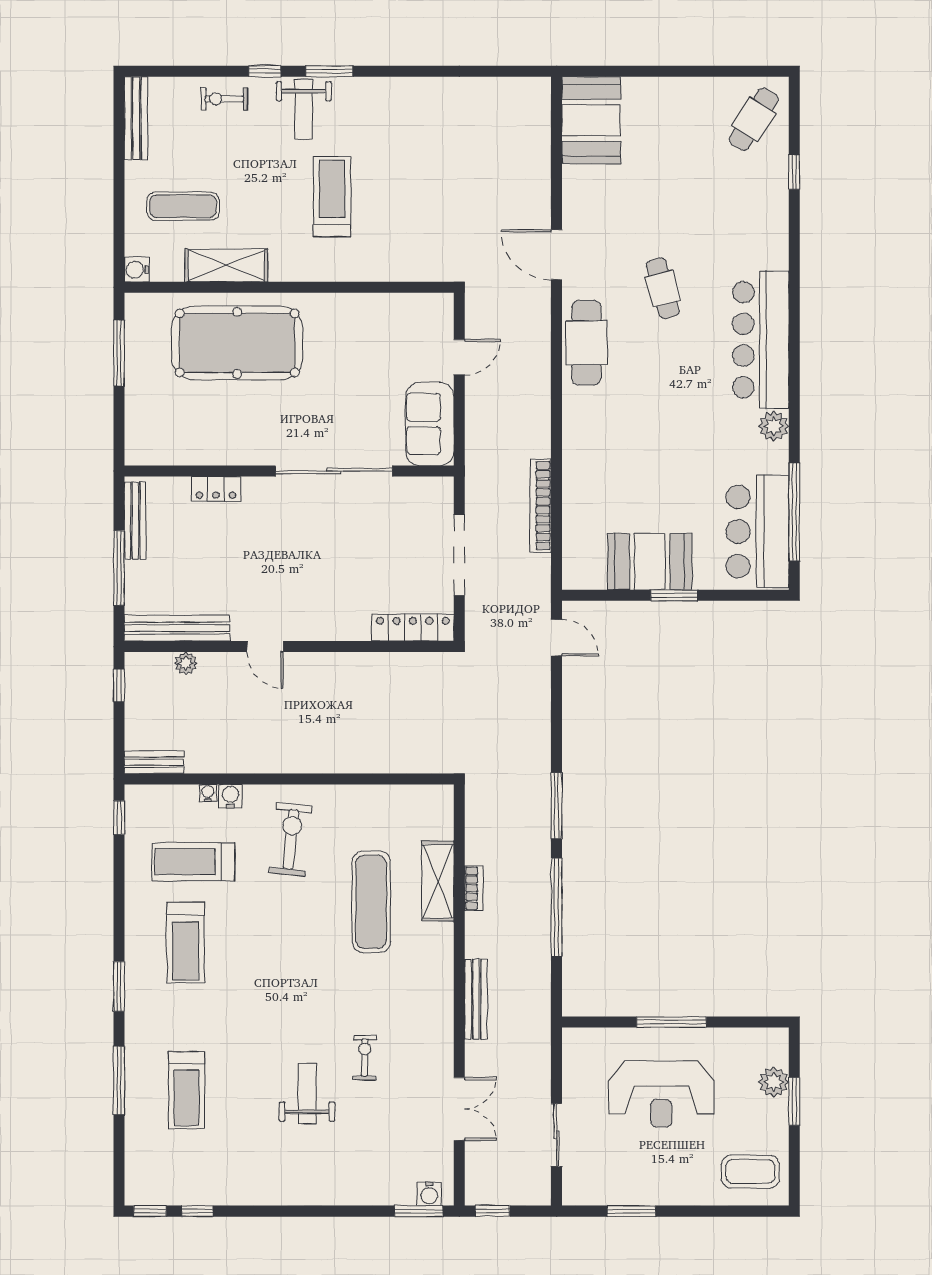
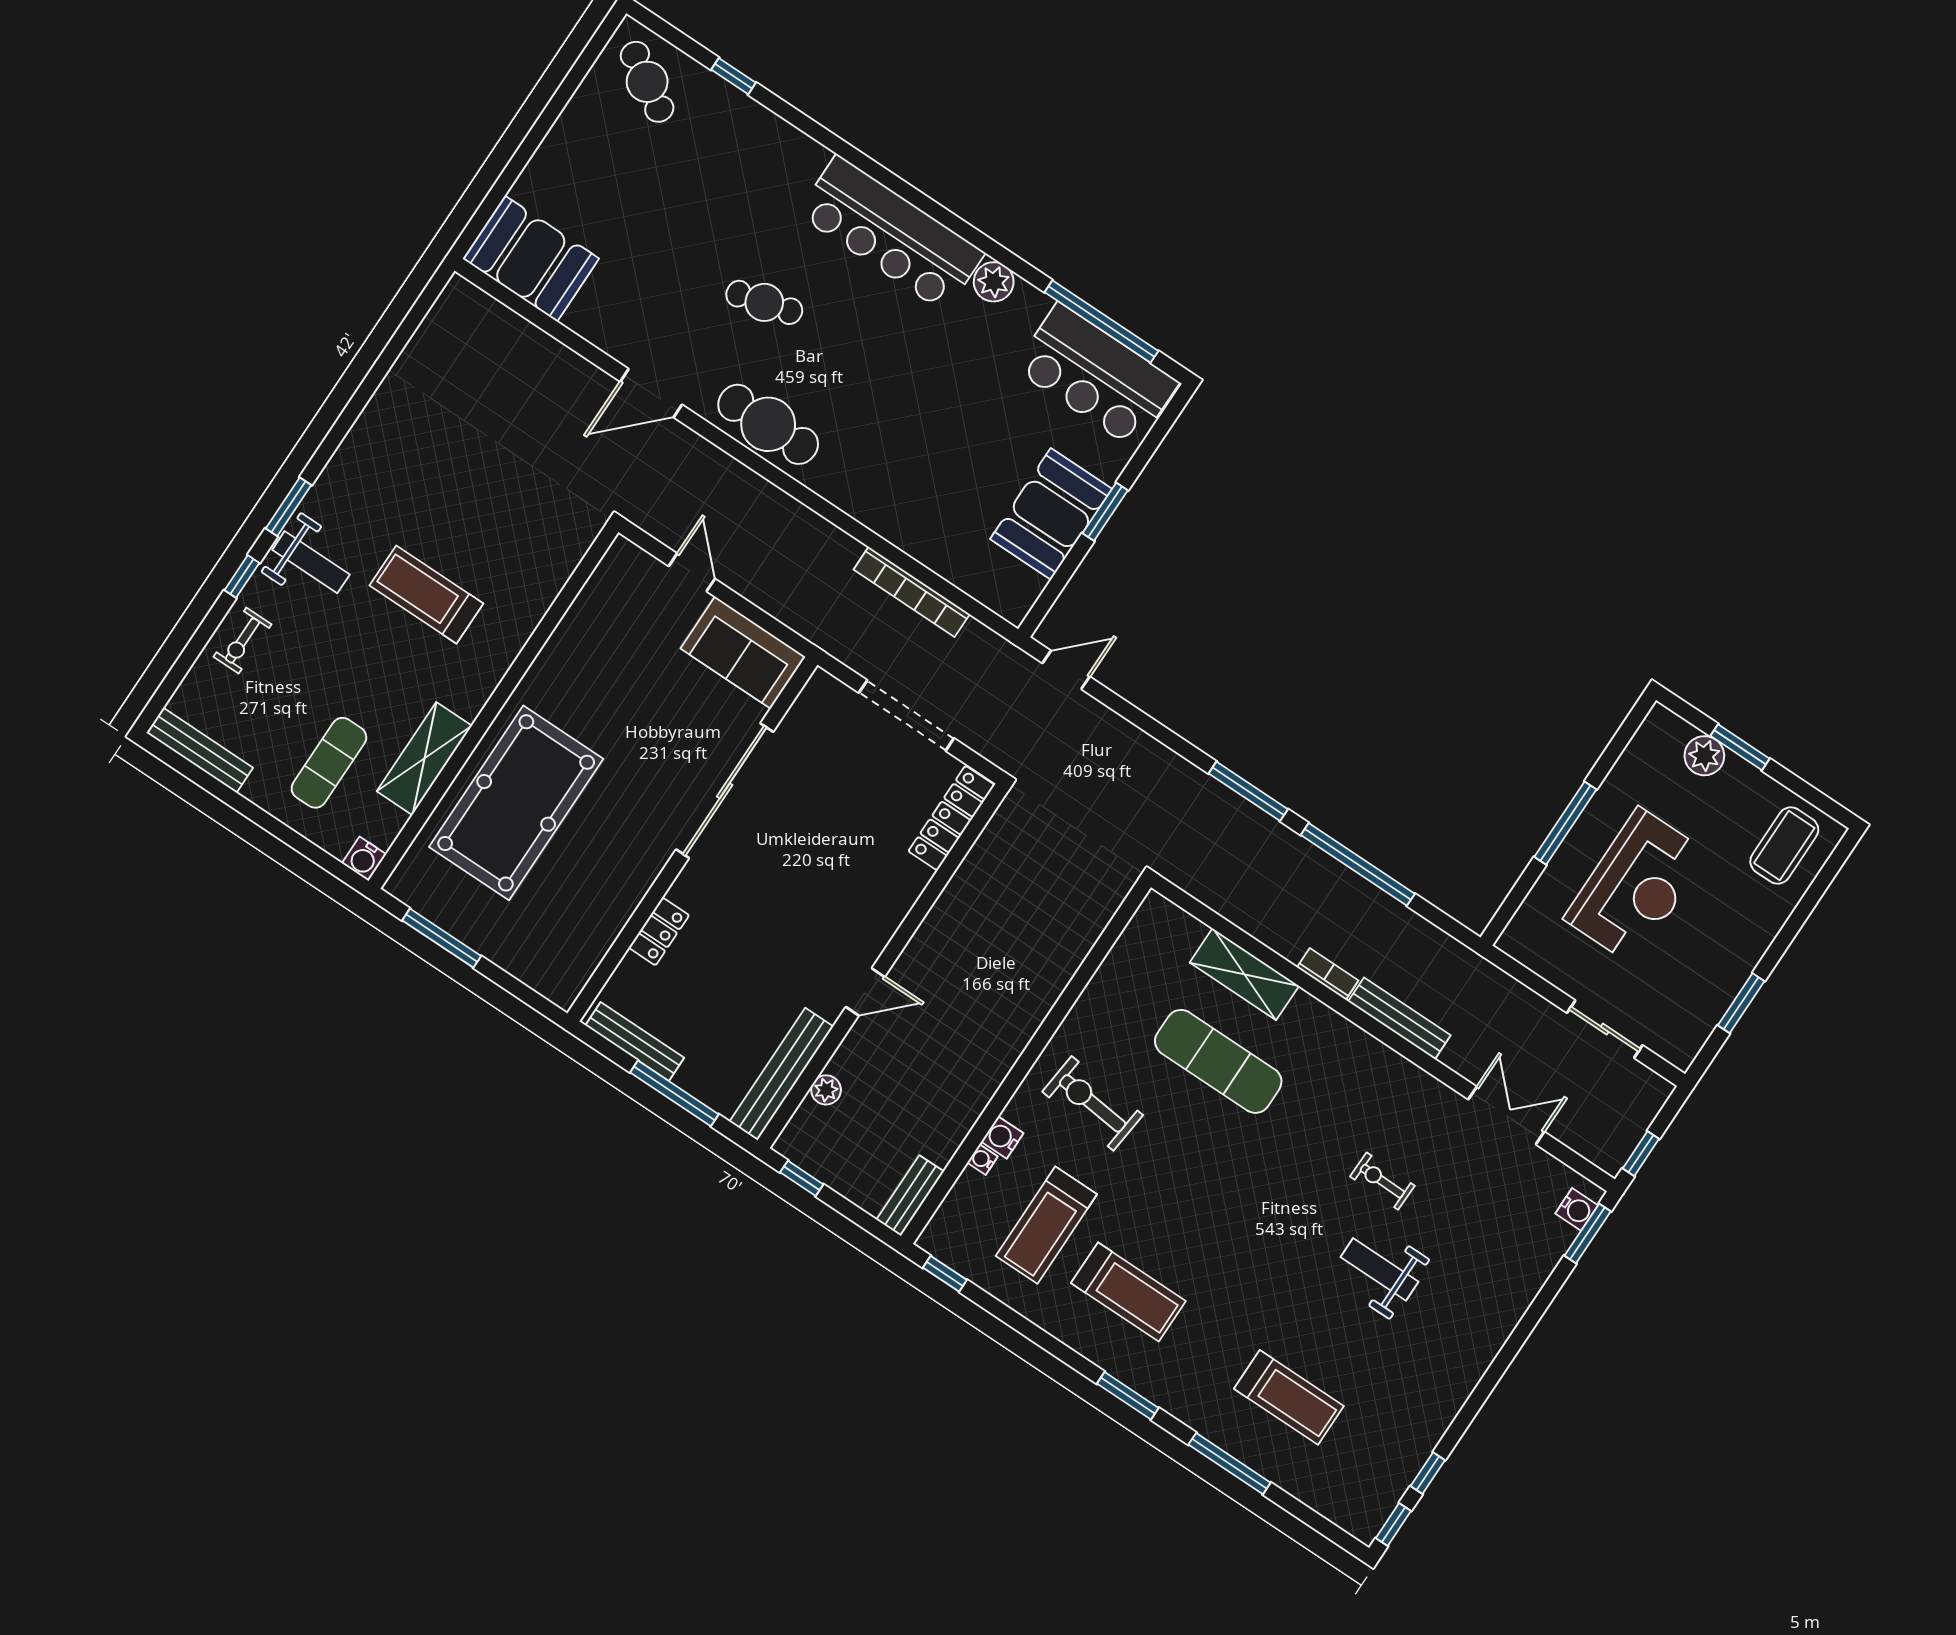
bookcase: (474, 888) -> (1328, 974), moved

